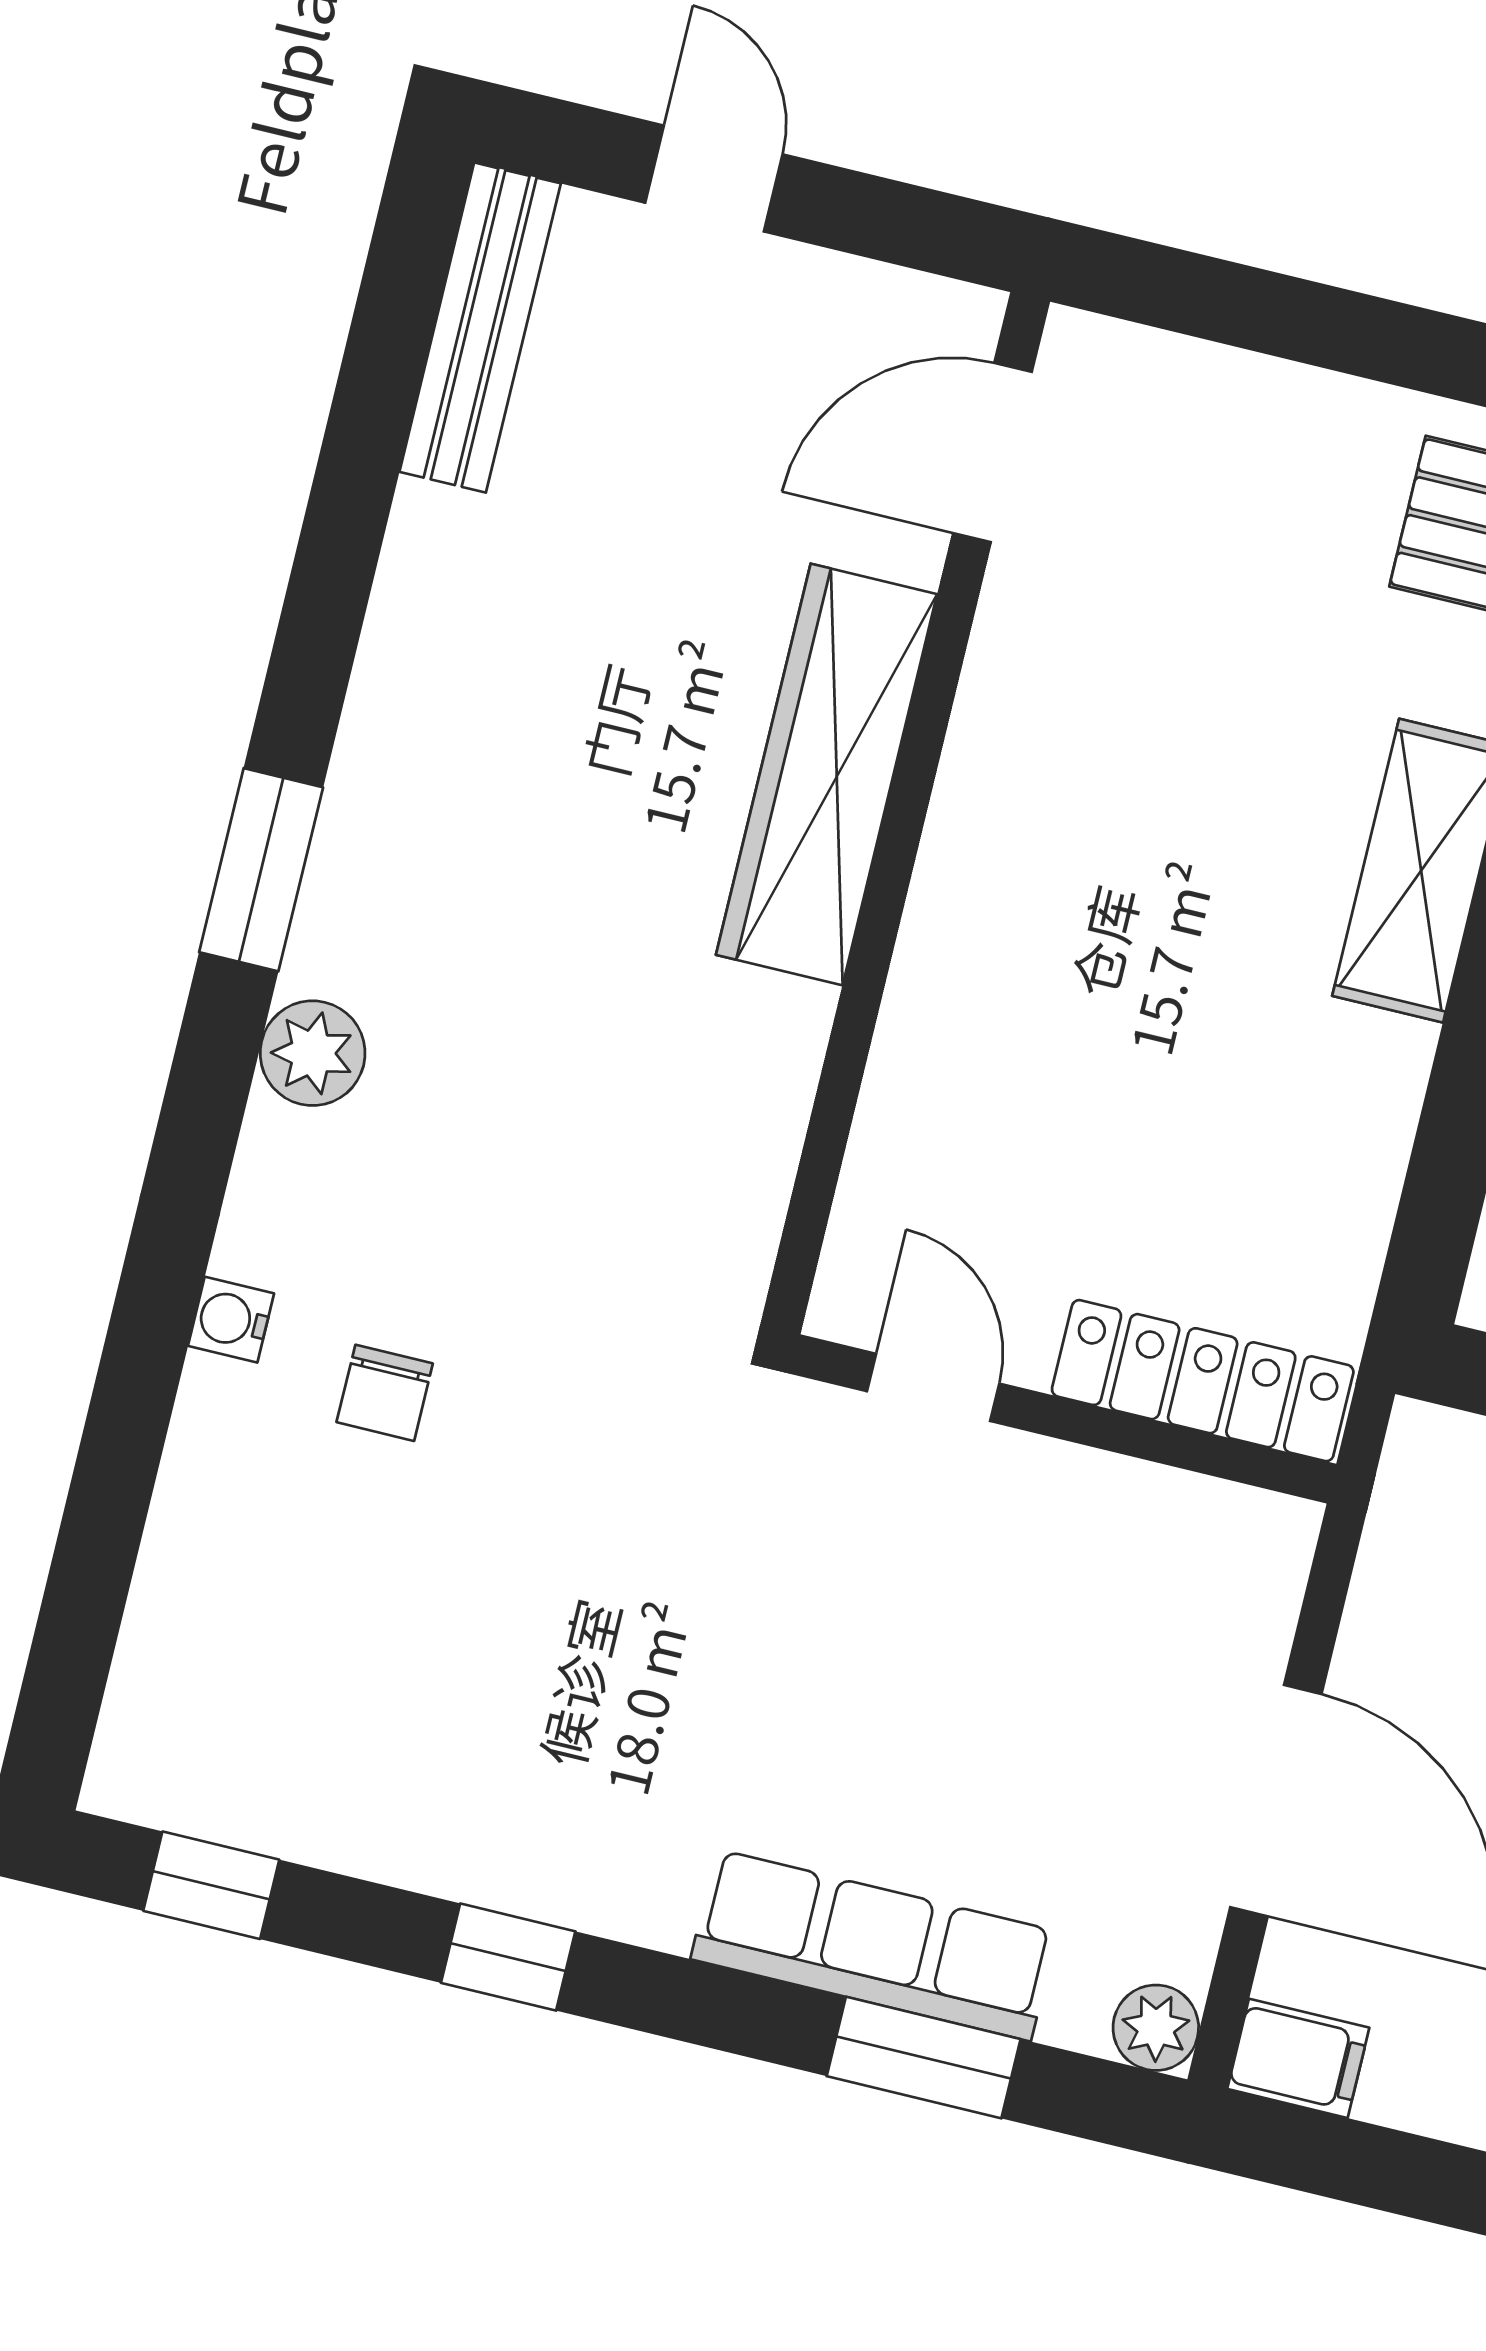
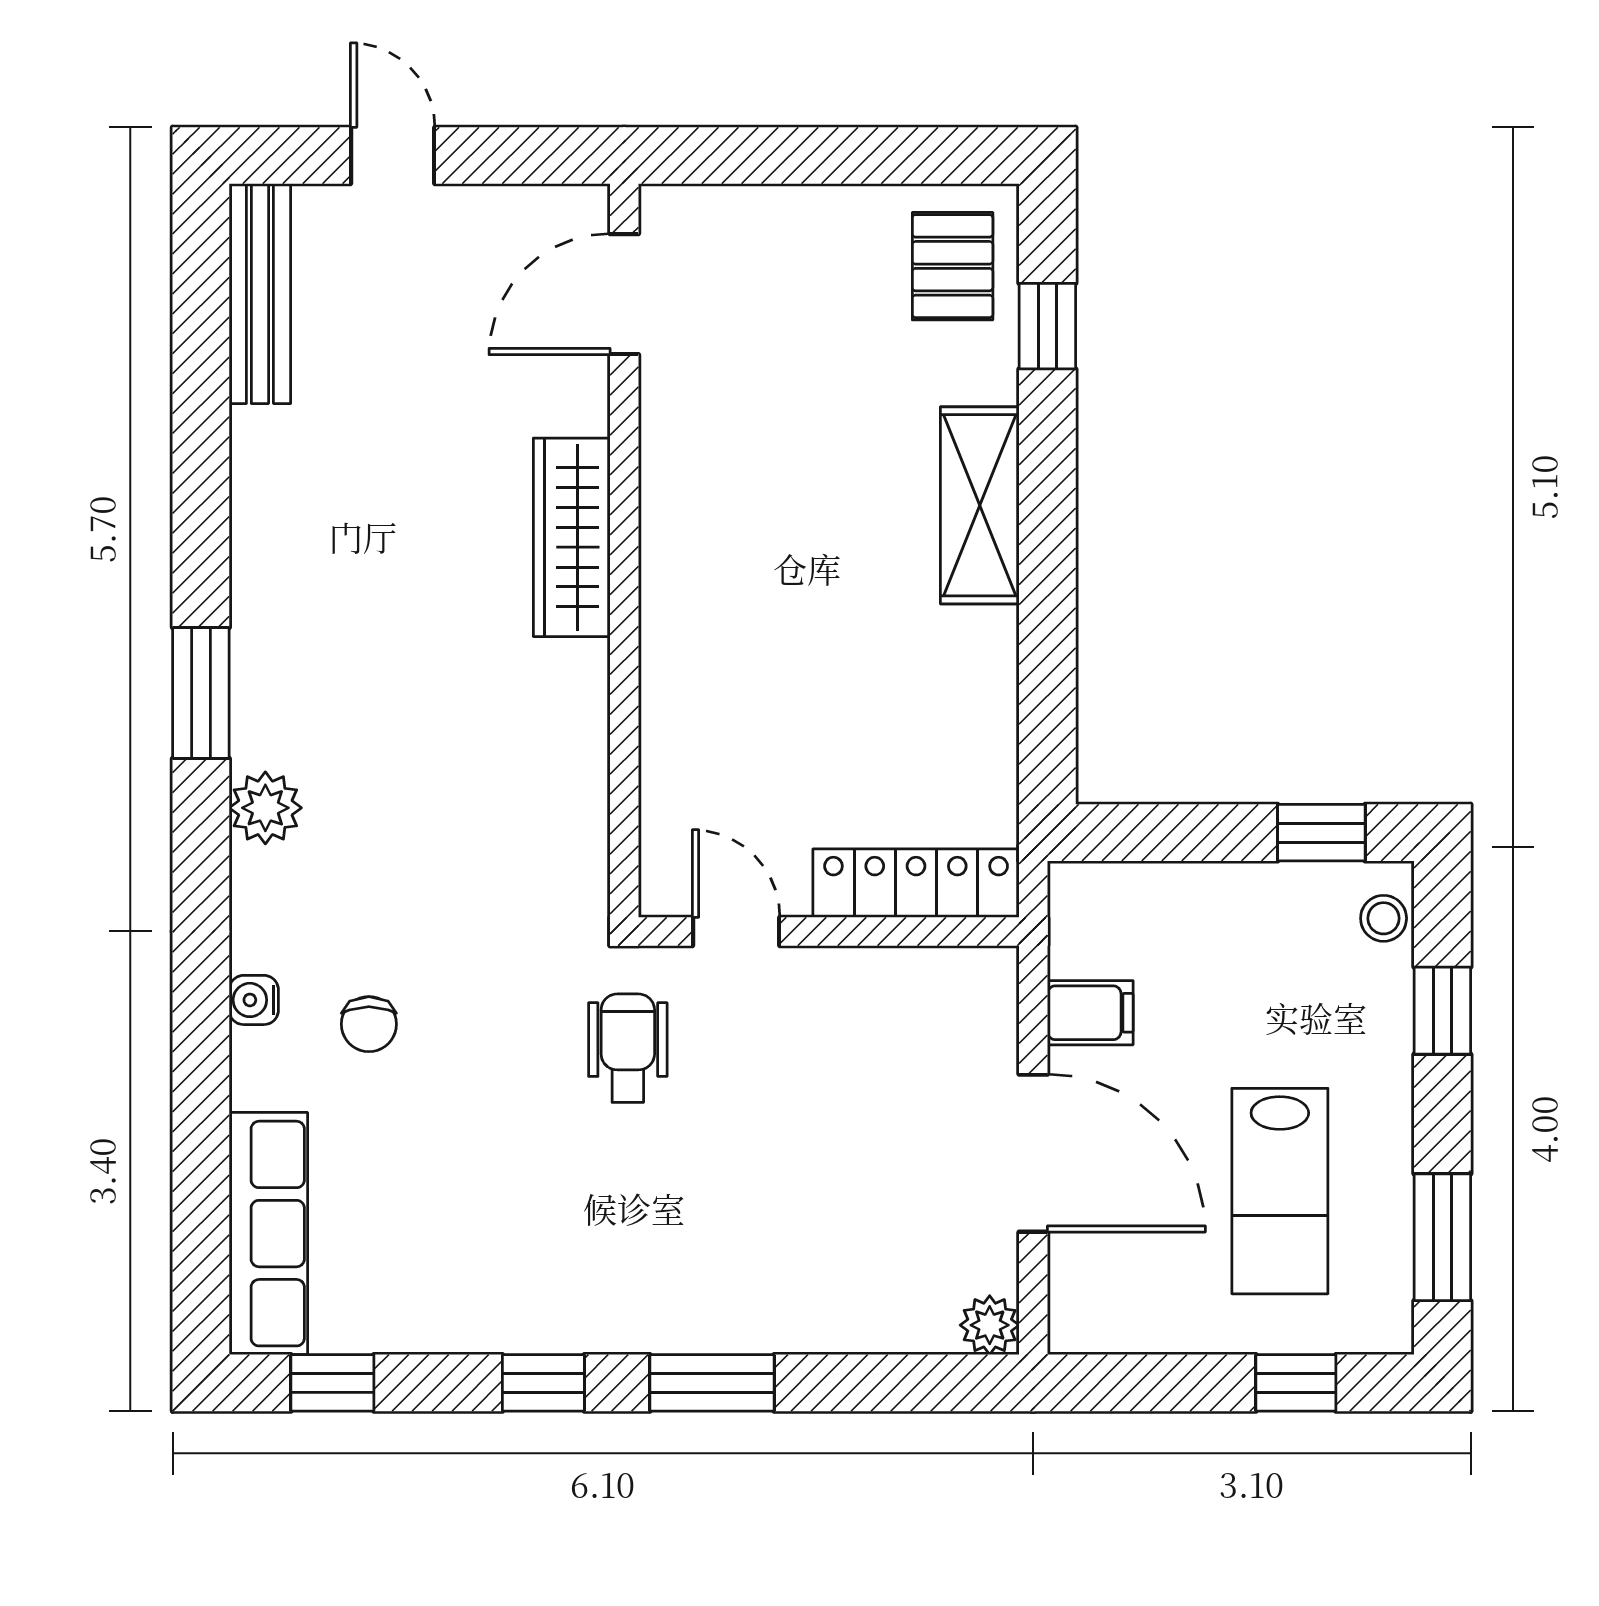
wardrobe: (827, 774) -> (572, 537), width x0.71, depth x0.85
wheelchair: (741, 1515) -> (628, 1048), added
row of seats: (874, 1945) -> (268, 1234), moved, turned 90
window: (924, 2058) -> (712, 1383), moved
filing cabinet: (1298, 2058) -> (1090, 1013), moved

